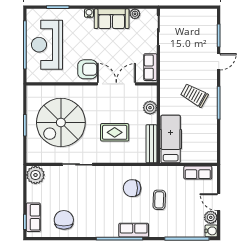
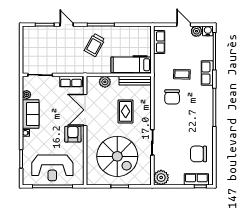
door: (219, 202) -> (184, 25), swing flipped
row of seats: (134, 230) -> (207, 73), moved

